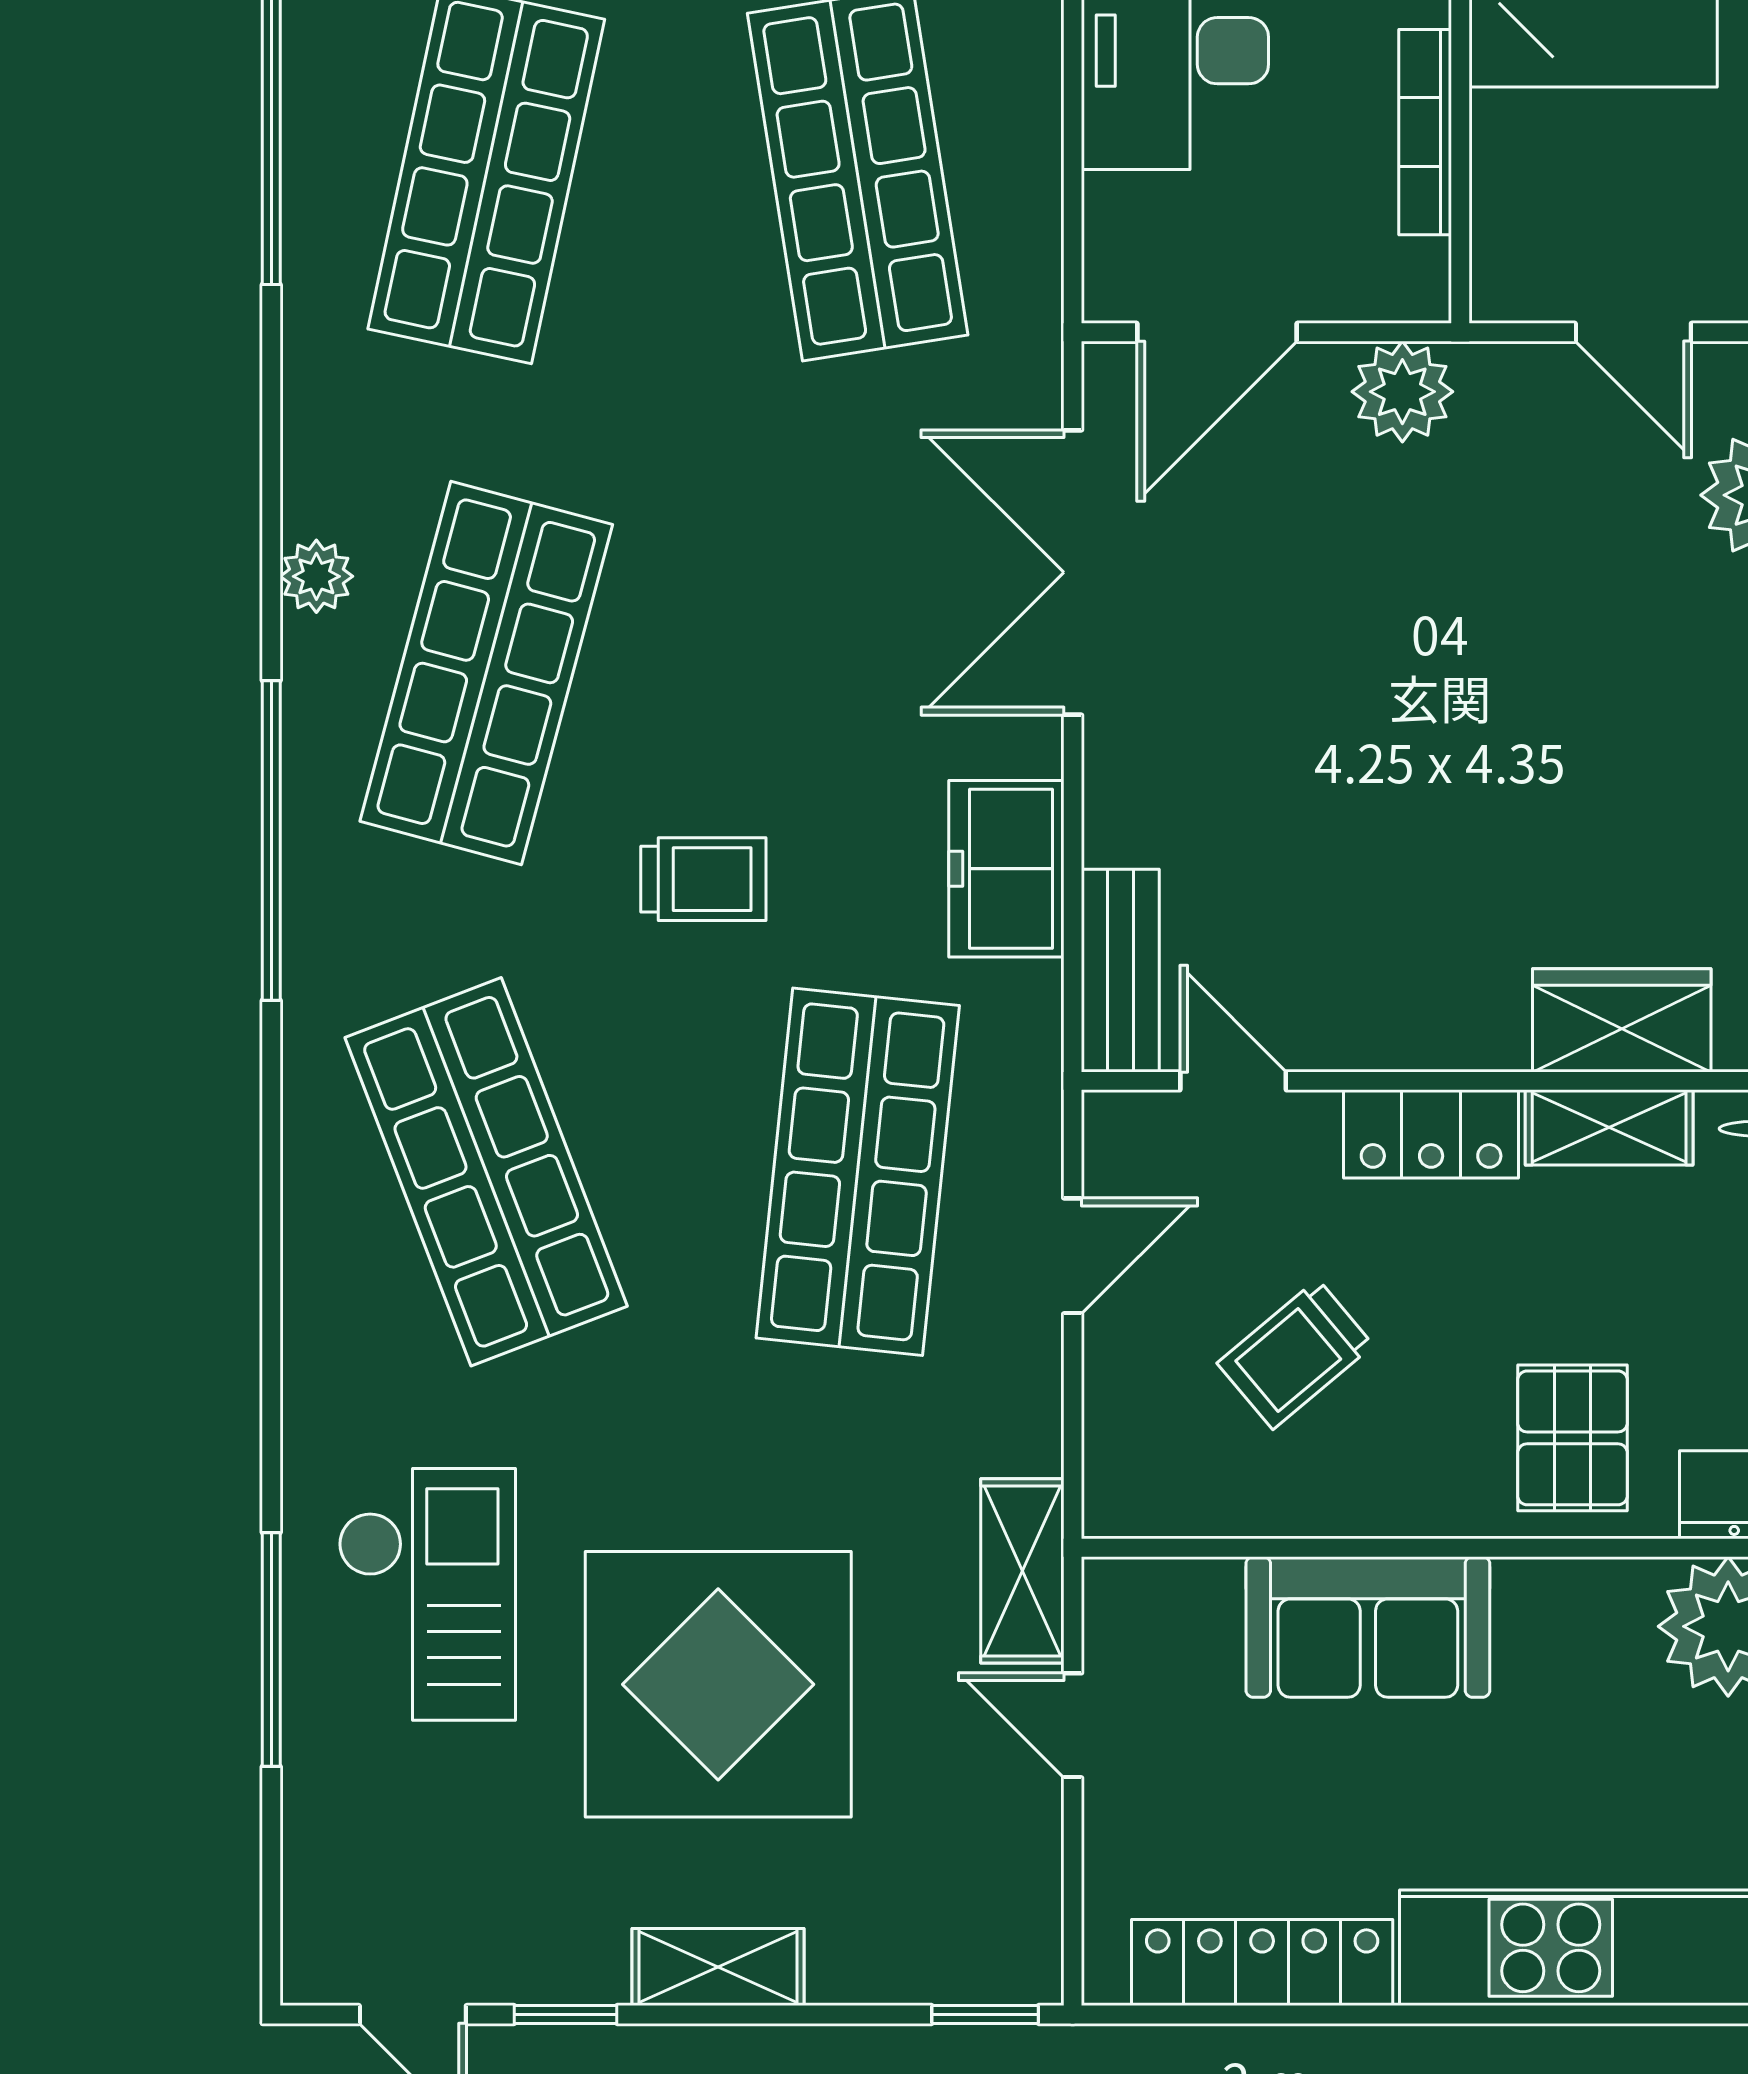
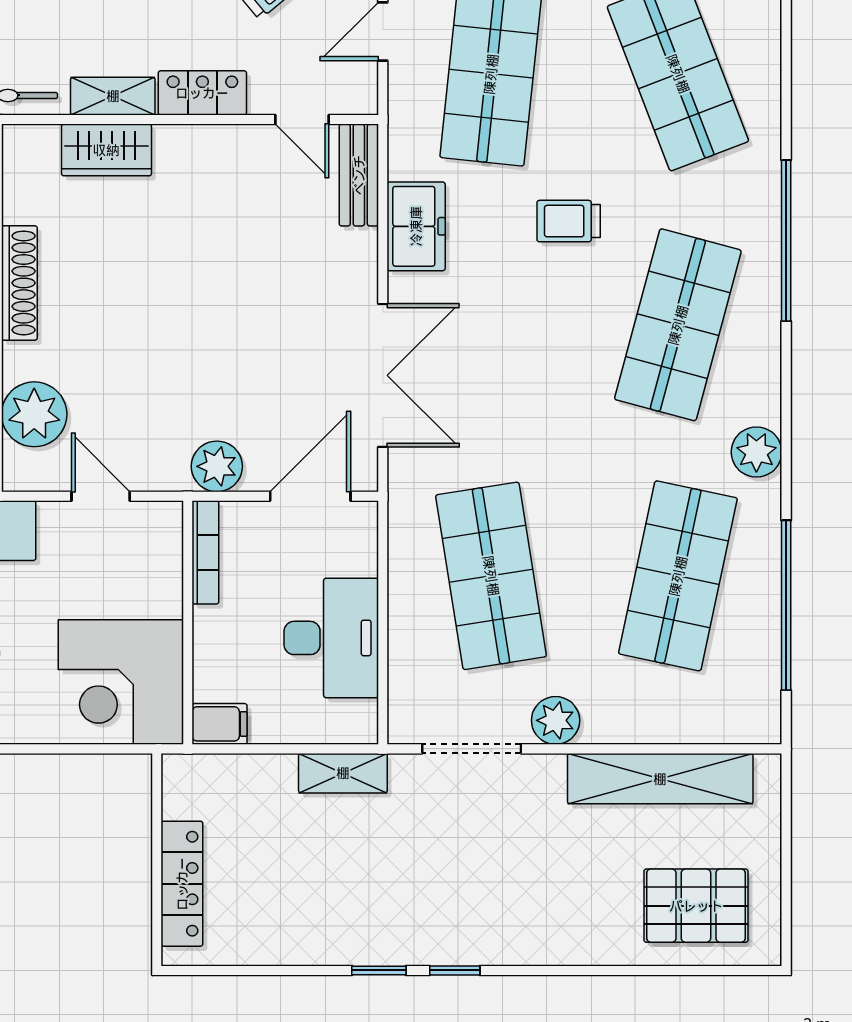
bookcase: (1425, 132) -> (205, 552), moved
plant: (316, 576) -> (756, 452), moved, width x1.38, depth x1.38

